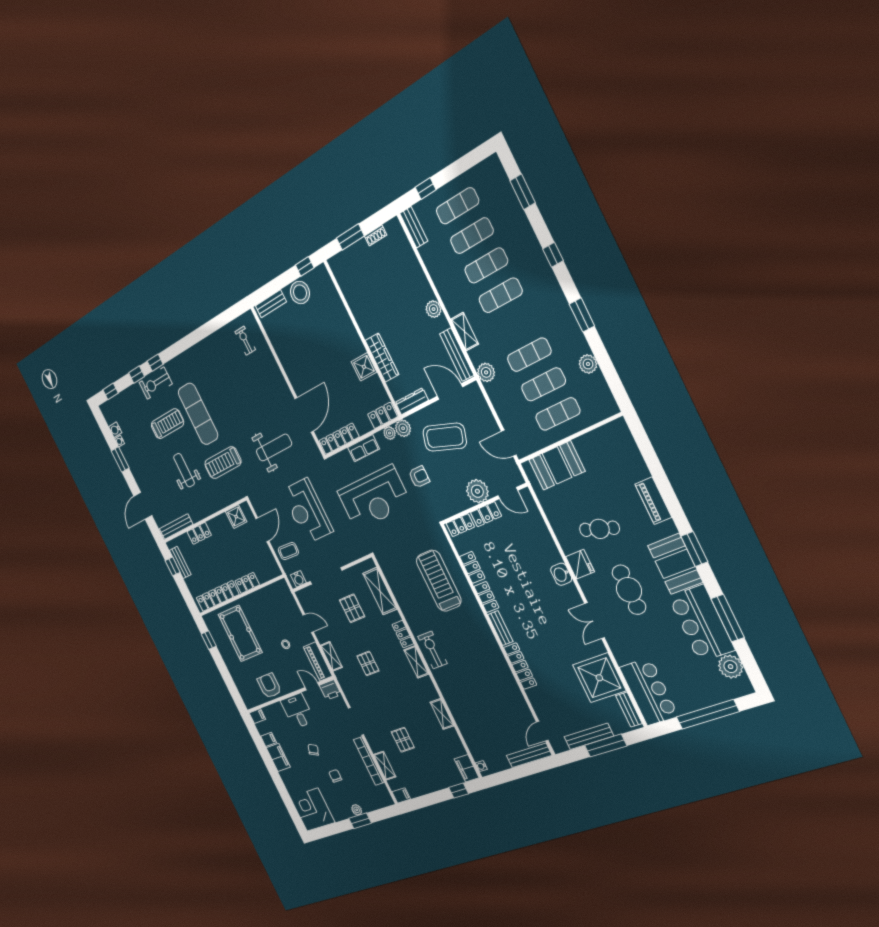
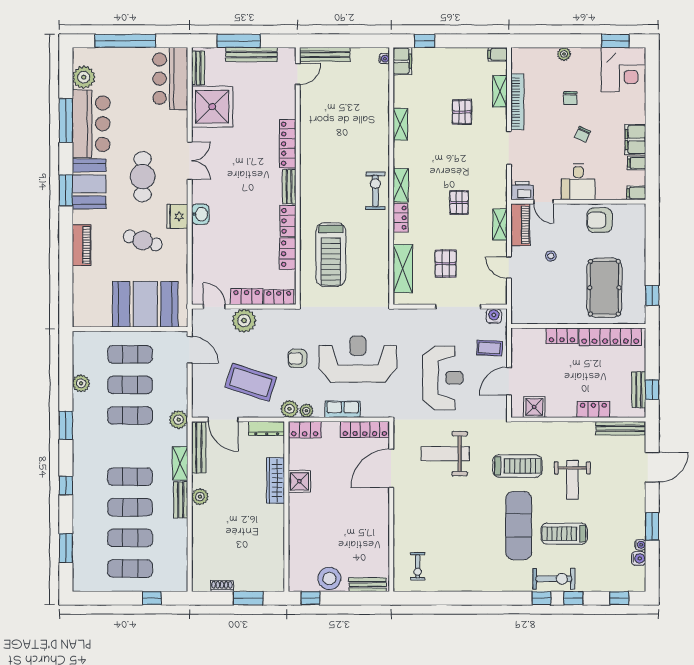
bench: (414, 227) -> (181, 500), moved
booth: (557, 465) -> (145, 304), width x1.36, depth x1.42
exercise bike: (432, 650) -> (375, 191), turned 180
armchair: (269, 686) -> (600, 220), turned 90
window: (360, 821) -> (615, 41), moved

